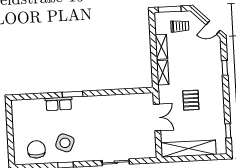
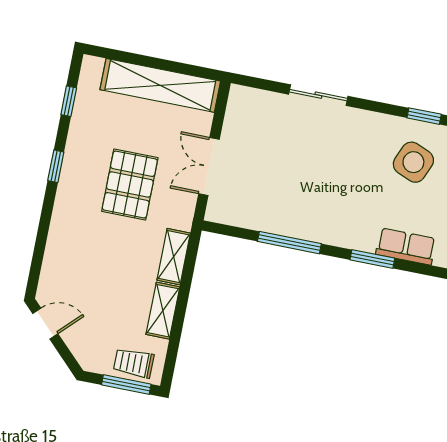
trolley: (180, 26) -> (134, 363), moved
window: (225, 68) -> (56, 166), moved
window: (112, 92) -> (289, 243), added
pallet: (191, 100) -> (130, 185), width x1.50, depth x1.42

